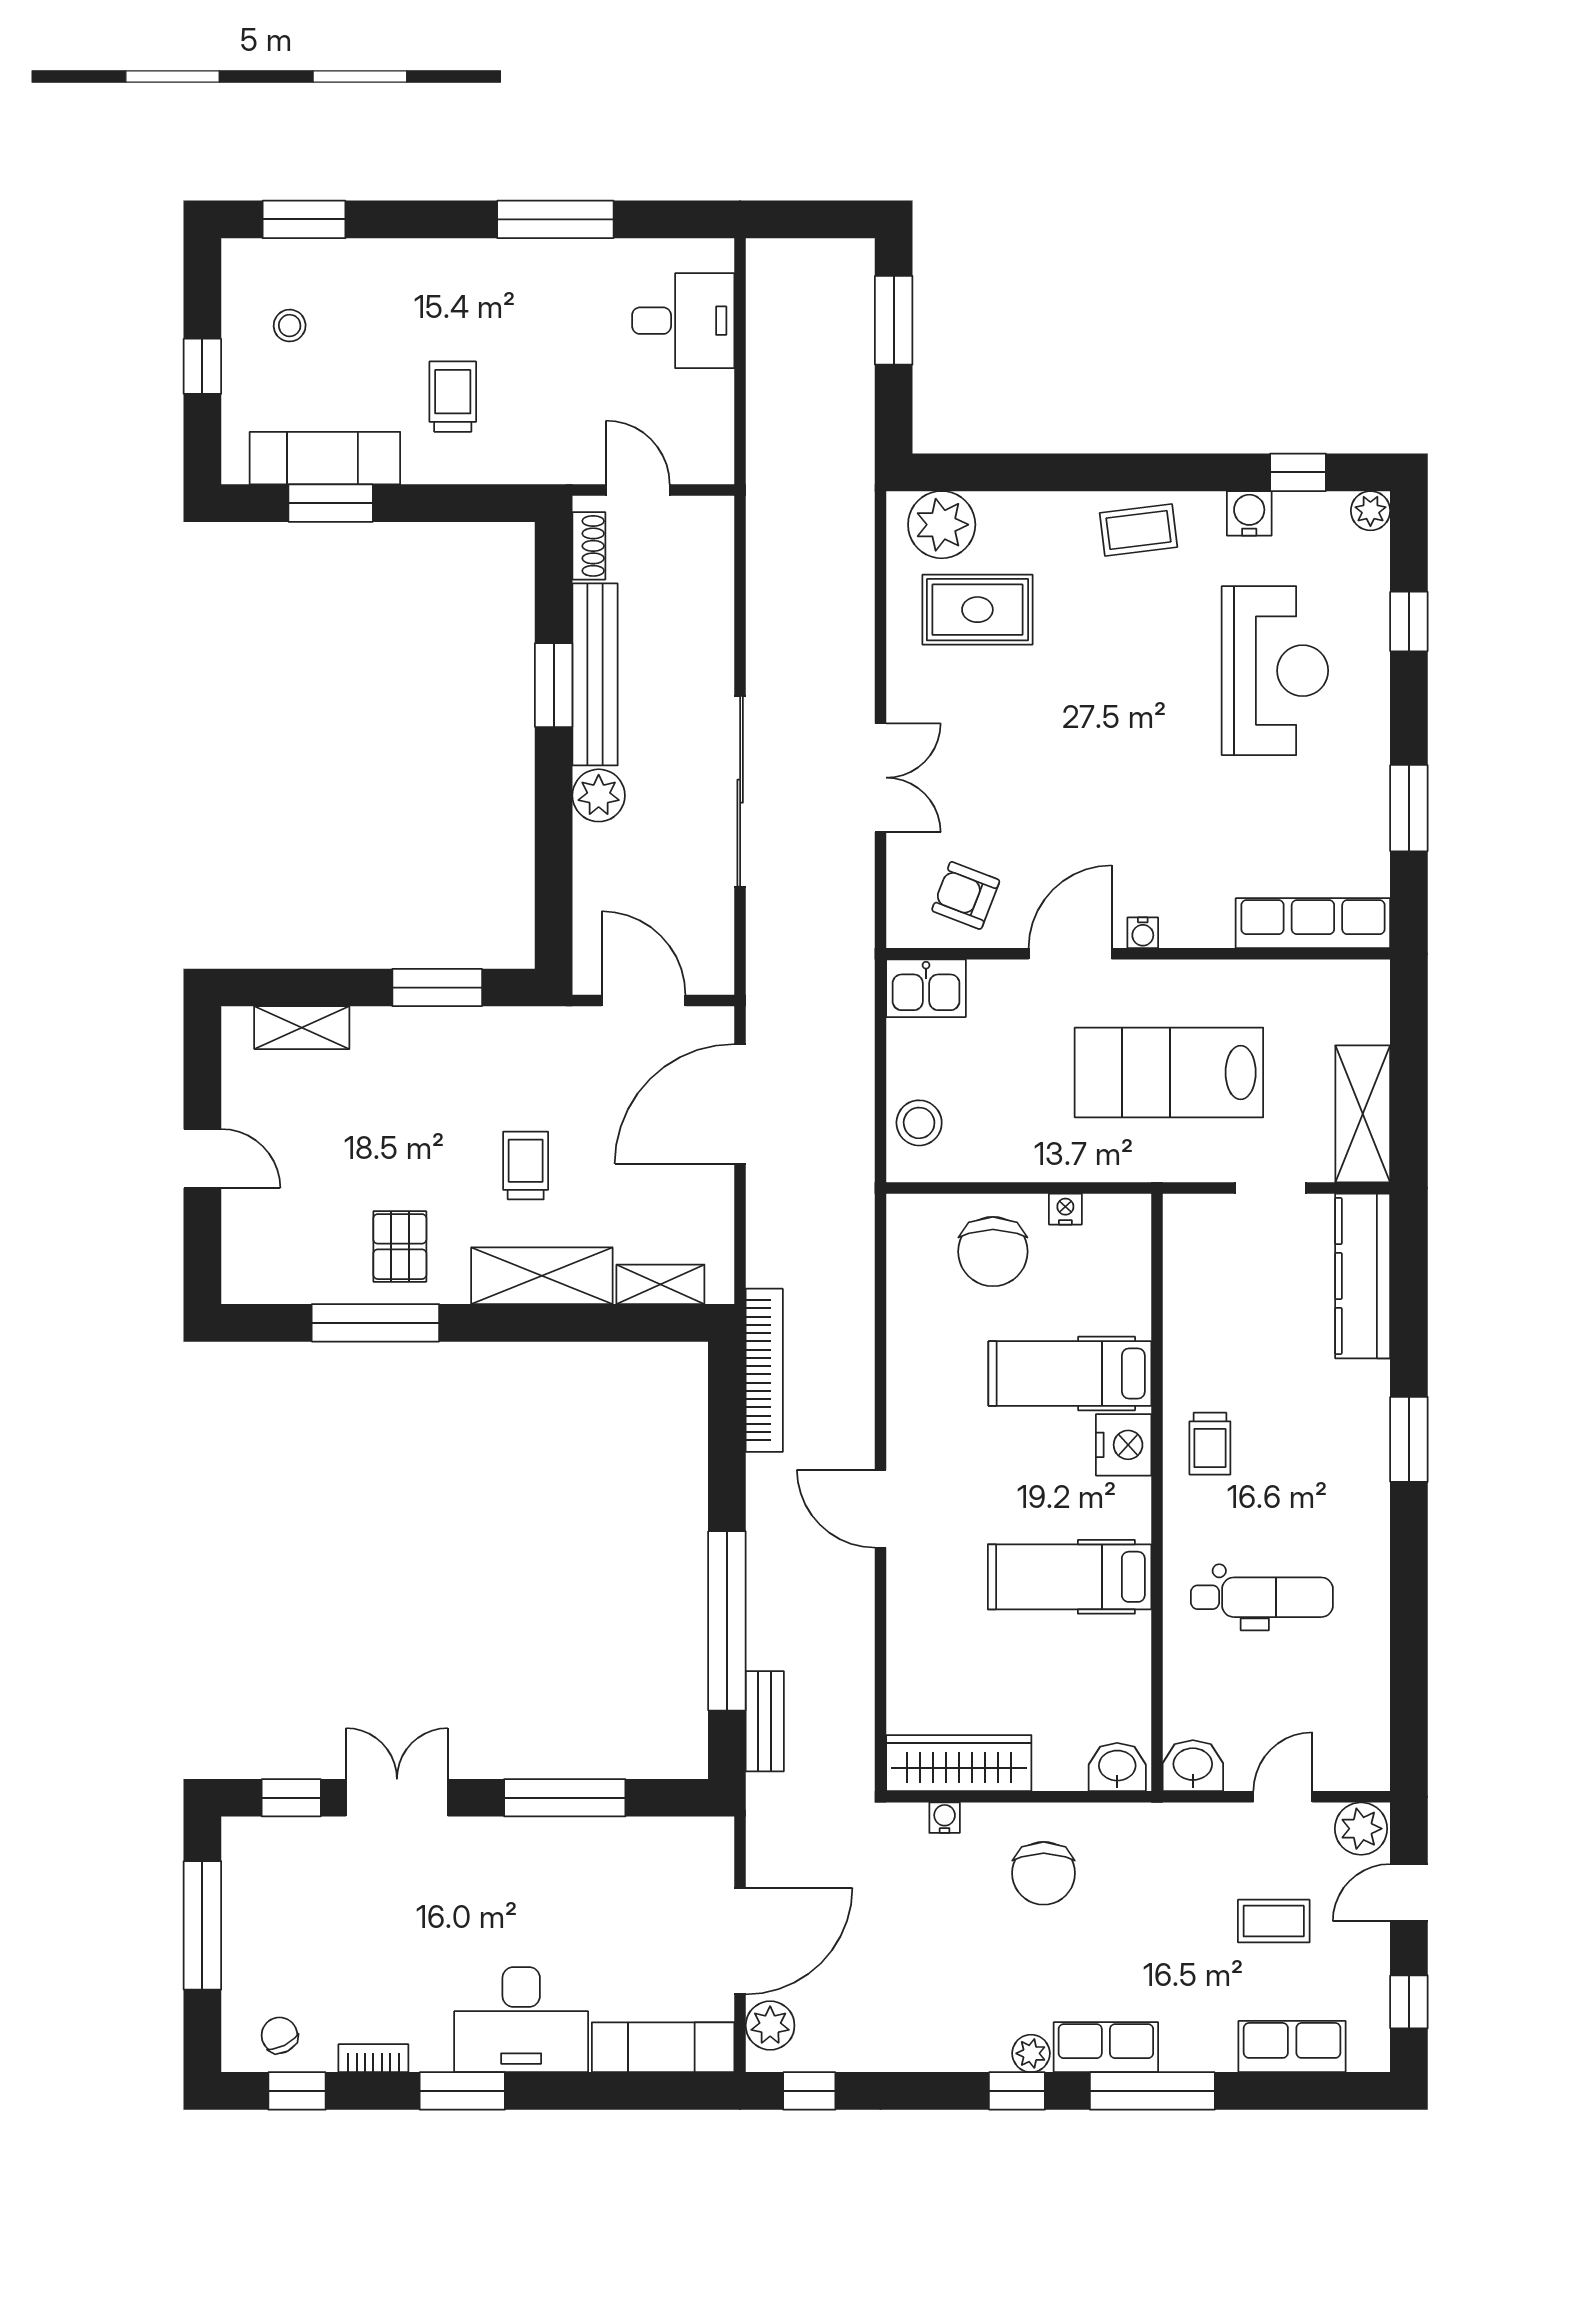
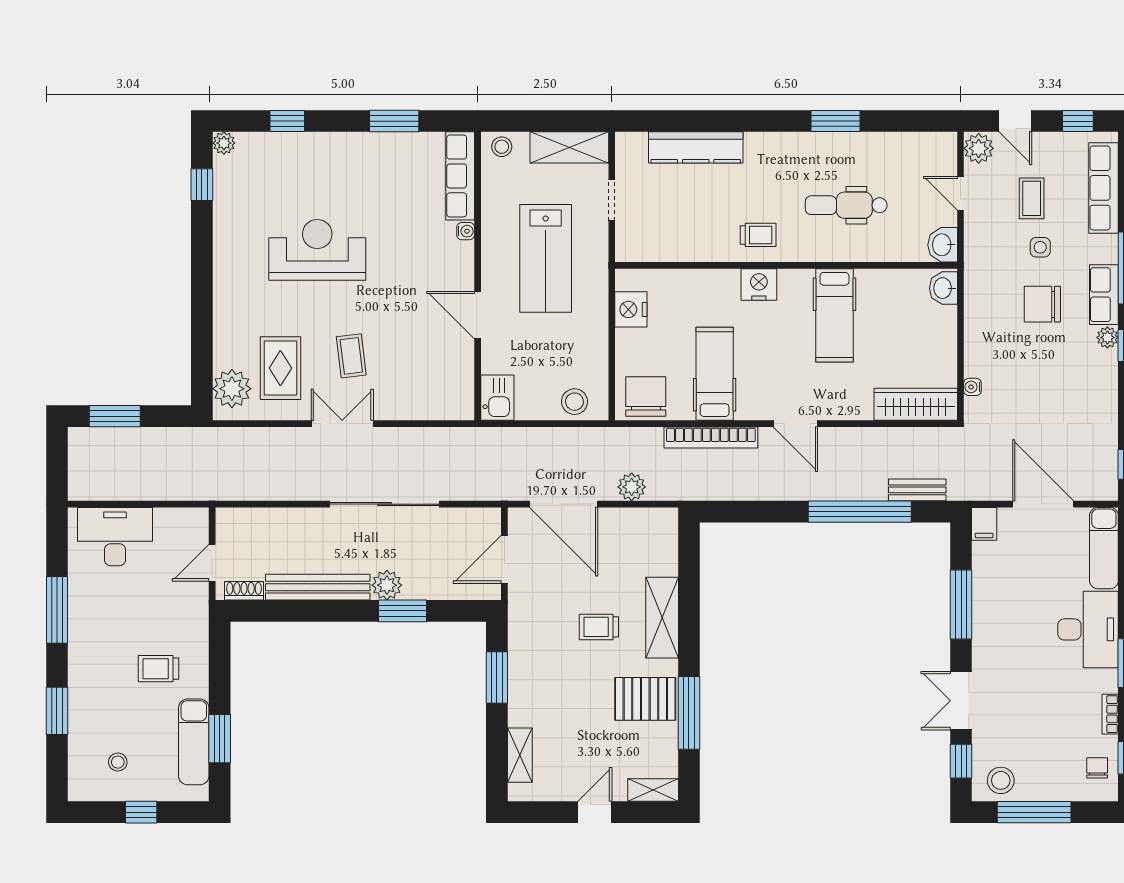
window: (304, 219) -> (57, 711), moved
desk: (683, 321) -> (115, 537), width x1.37
water cooler: (1249, 513) -> (225, 212), removed
coffee table: (1139, 530) -> (351, 356), moved
reception desk: (1275, 671) -> (317, 250), moved
window: (554, 685) -> (403, 611), moved
double door: (881, 778) -> (342, 424), moved
armchair: (966, 895) -> (444, 375), removed
water cooler: (1143, 933) -> (466, 231), moved
stool: (1364, 996) -> (502, 147), added
nightstand: (1065, 1209) -> (631, 309), width x1.89, depth x1.79
pallet: (400, 1247) -> (645, 699), width x1.50, depth x1.42
chair: (993, 1252) -> (646, 396), moved, turned -90
kitchen counter: (1363, 1276) -> (696, 147), moved
shelving: (660, 1284) -> (653, 790), moved, turned 90
bookcase: (764, 1370) -> (711, 437), moved, turned 180
hospital bed: (1070, 1373) -> (715, 374), moved, turned 180
window: (1409, 1439) -> (835, 121), moved
door: (881, 1509) -> (795, 424), hinge flipped
dental chair: (1262, 1597) -> (846, 205), turned -90
wardrobe: (959, 1763) -> (916, 404), moved, turned 90
filing cabinet: (706, 1838) -> (984, 524), added
stool: (258, 1867) -> (1001, 780), added
chair: (1044, 1873) -> (1042, 304), moved, turned 180
side table: (1188, 1936) -> (1040, 247), added
plant: (770, 2026) -> (632, 487), moved
chair: (279, 2035) -> (1097, 768), turned 117
row of seats: (1292, 2047) -> (1104, 188), width x1.48

